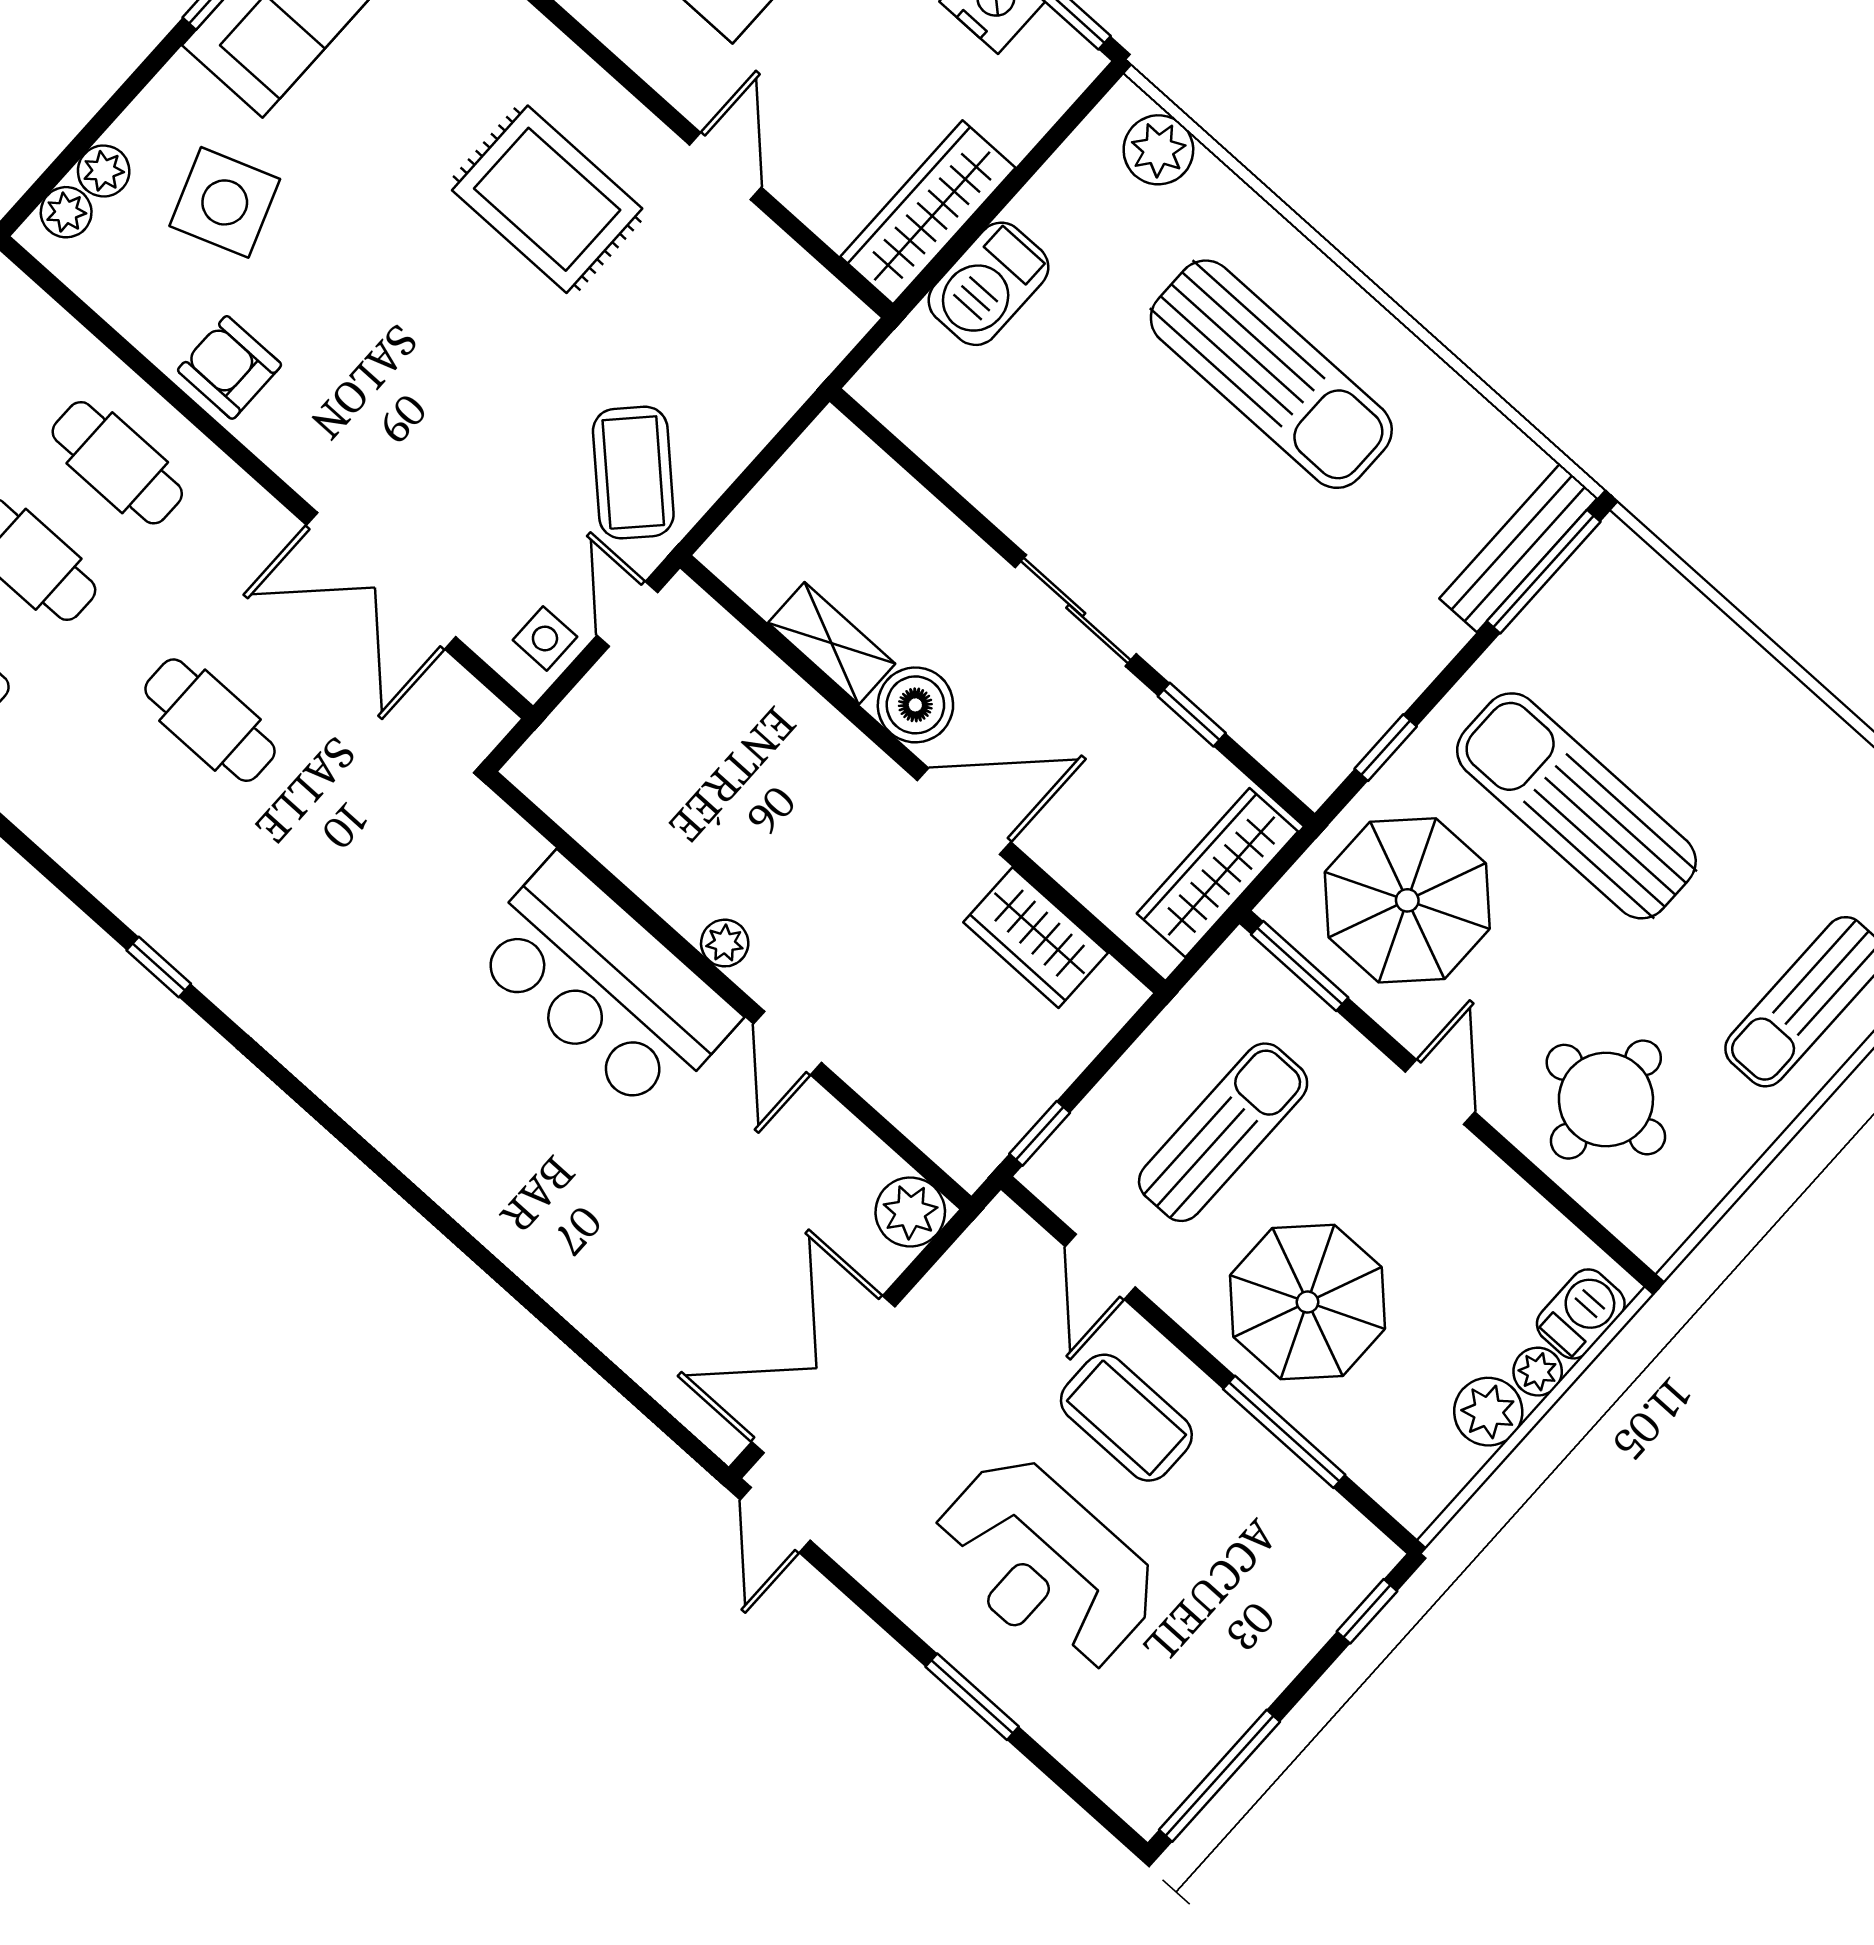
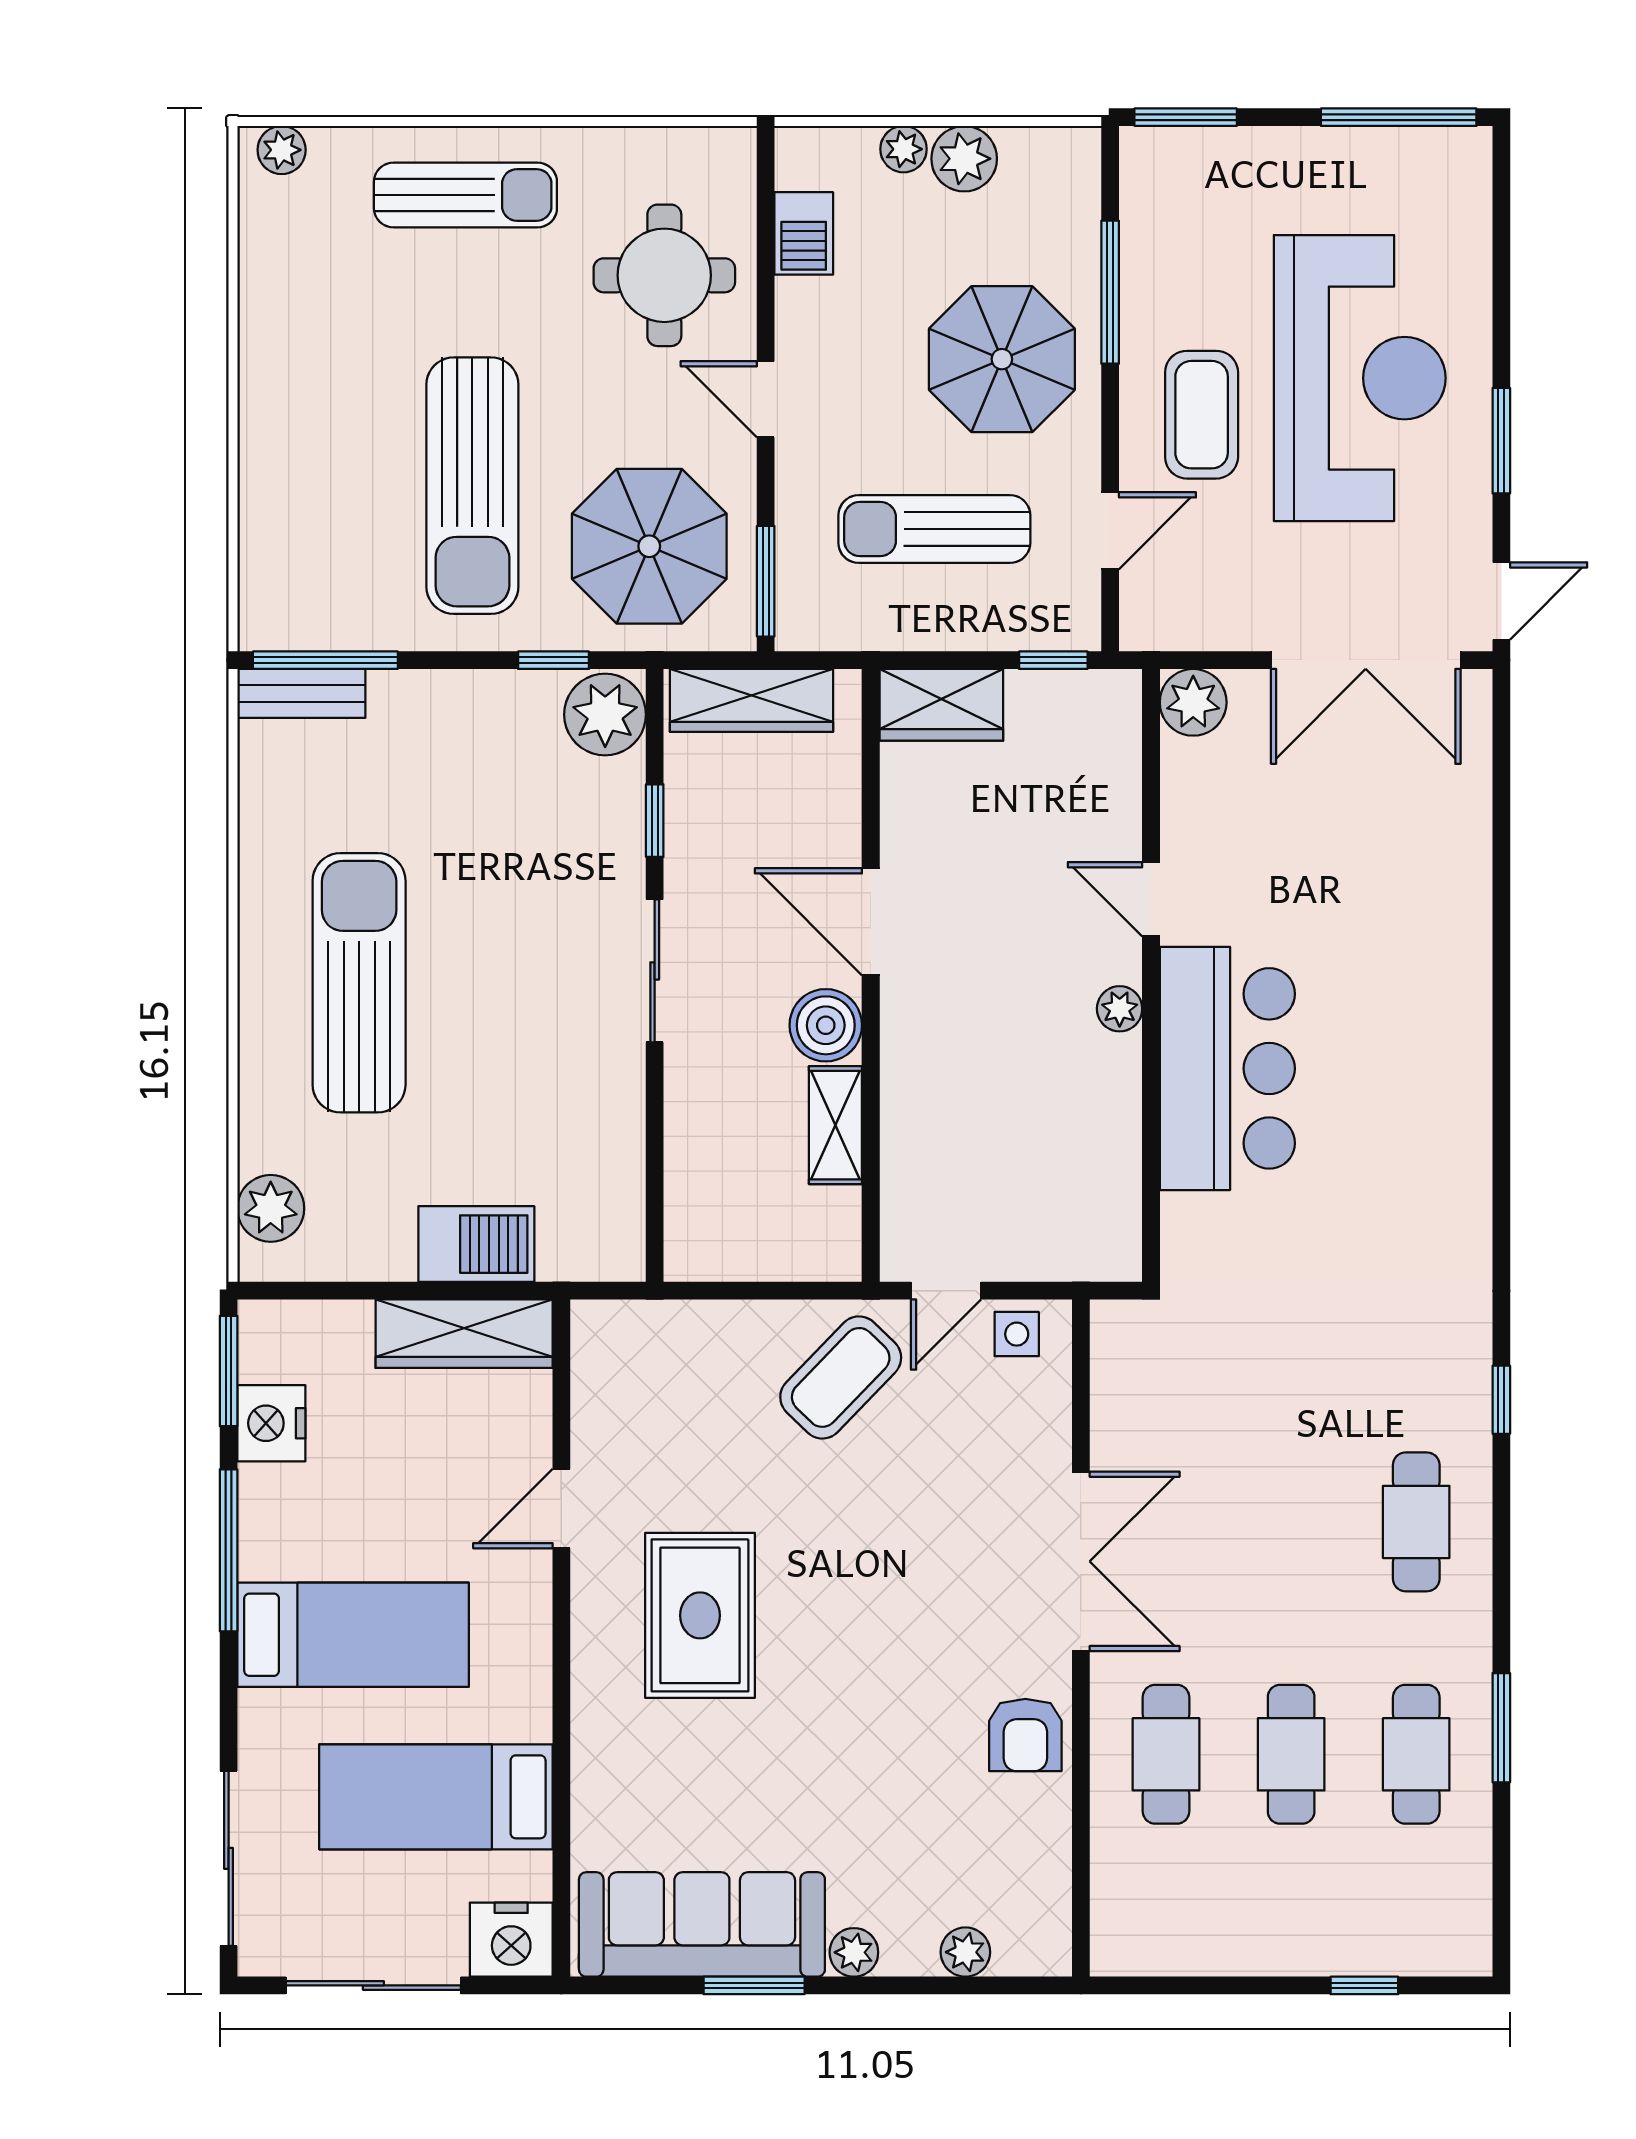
side table: (225, 202) -> (910, 1845), removed
plant: (66, 212) -> (854, 1952), moved
bench: (1518, 548) -> (301, 693), width x0.73
double door: (381, 581) -> (1081, 1561), moved
cafe table: (210, 720) -> (1416, 1522), moved
plant: (1308, 750) -> (605, 715), added
wardrobe: (1036, 938) -> (941, 705), moved, turned 90
door: (787, 1043) -> (1151, 899), swing flipped
door: (1440, 1092) -> (766, 399), hinge flipped
barbecue: (1581, 1314) -> (804, 233), moved, turned -90
reception desk: (1045, 1565) -> (1360, 378), width x1.36, depth x1.30
window: (1367, 1611) -> (1186, 117), width x1.50
window: (972, 1697) -> (1501, 441), moved

